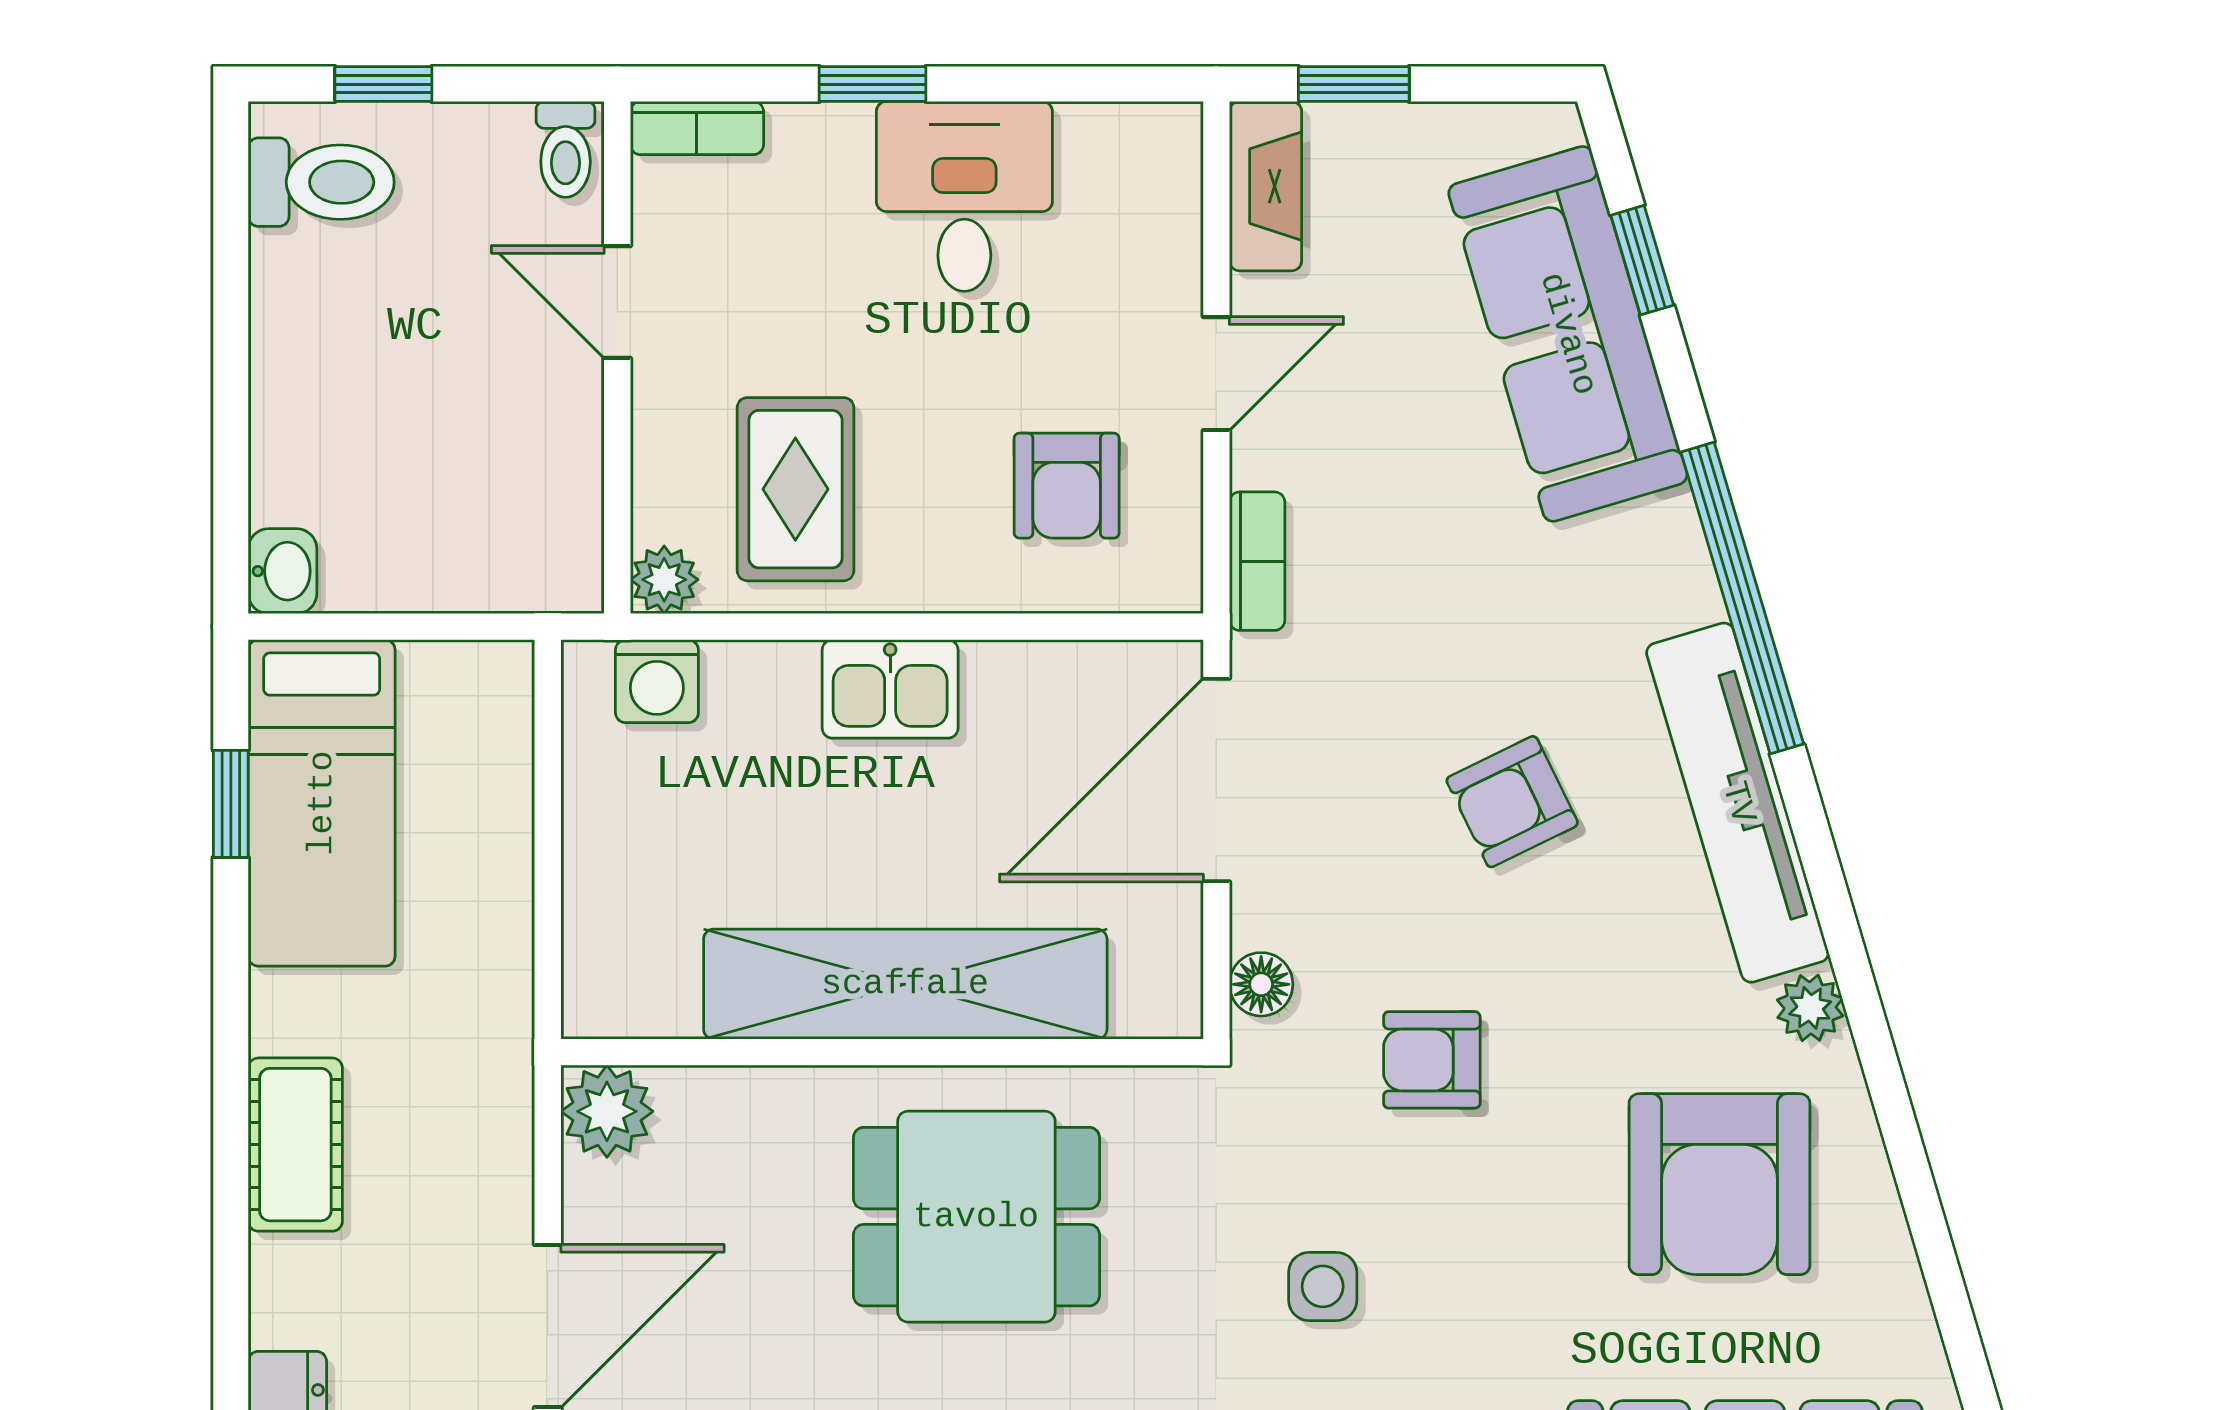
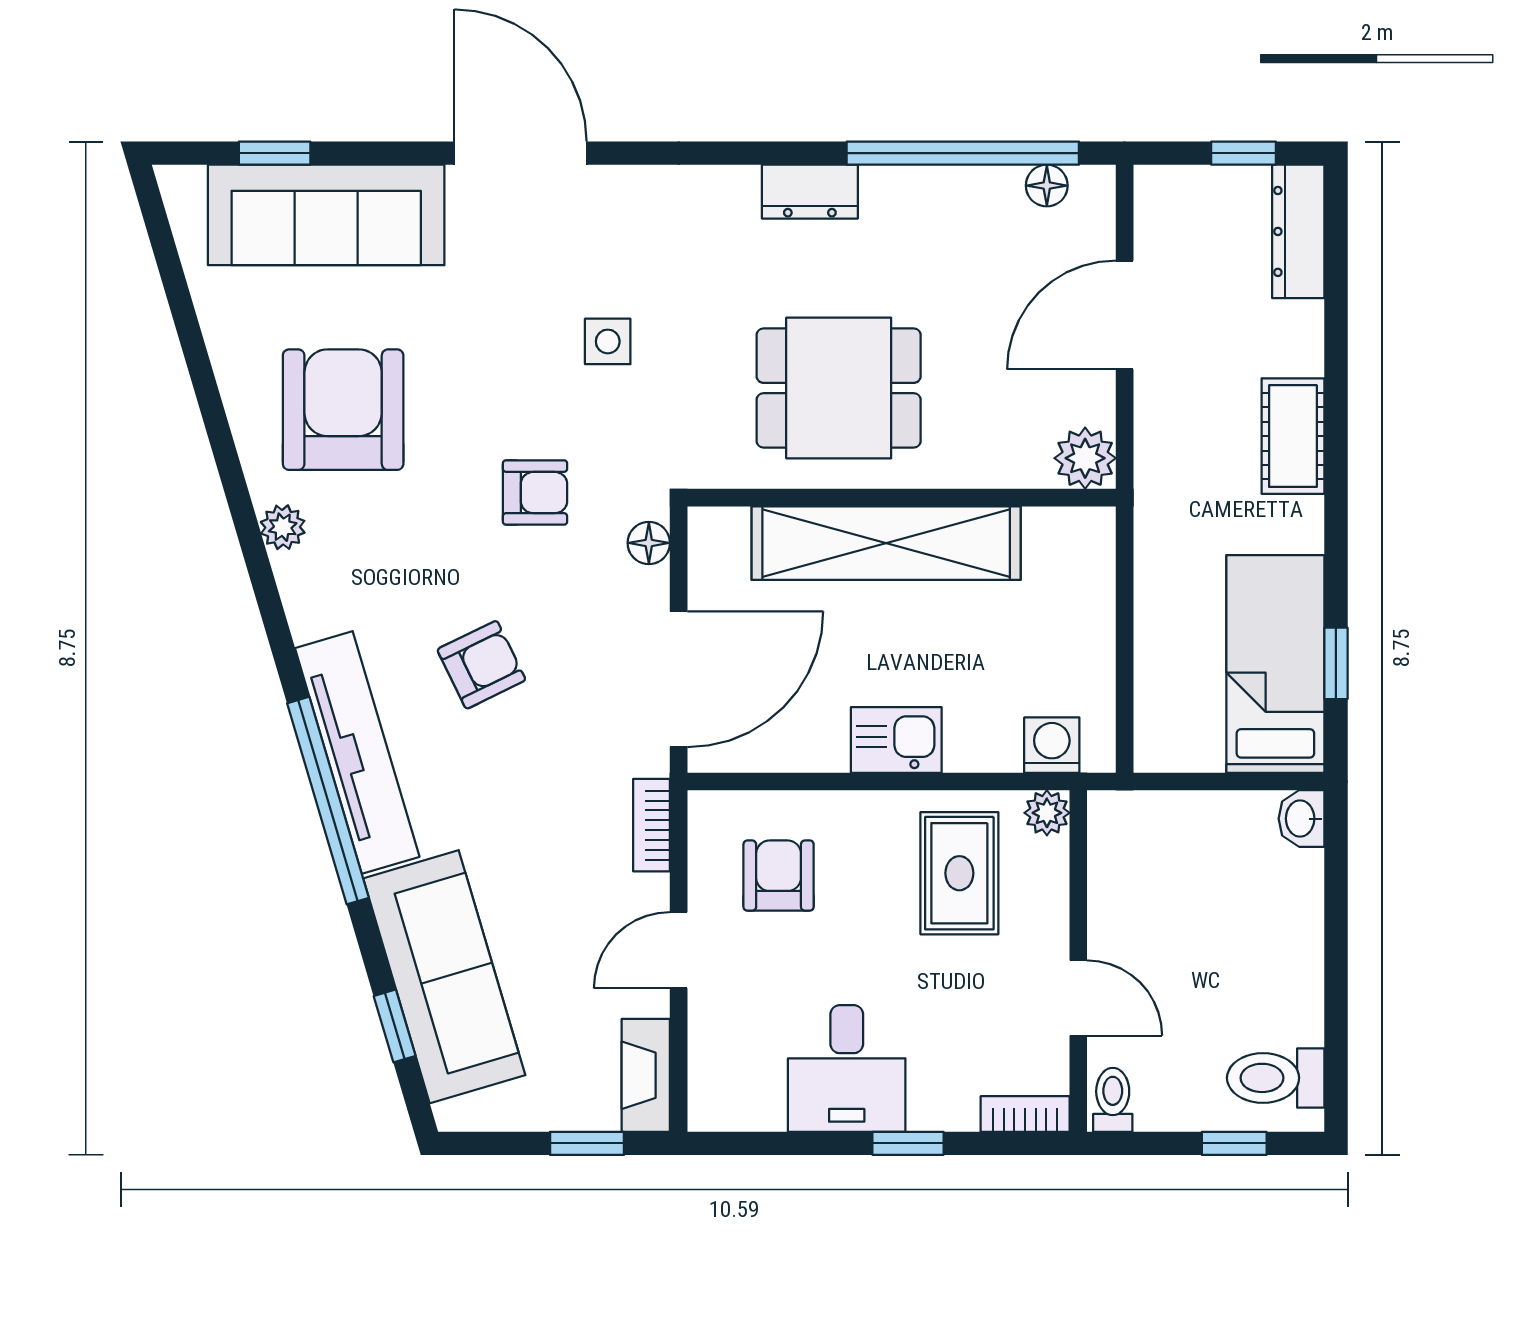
tv unit: (1738, 803) -> (357, 752), moved

